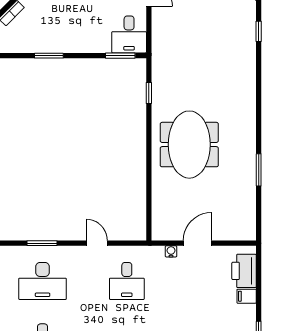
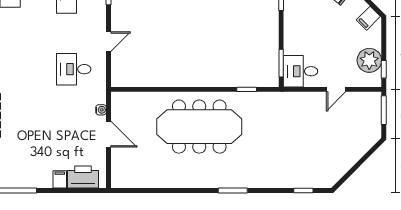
meeting table: (189, 145) -> (199, 127), width x1.36
window: (259, 170) -> (233, 190), moved

